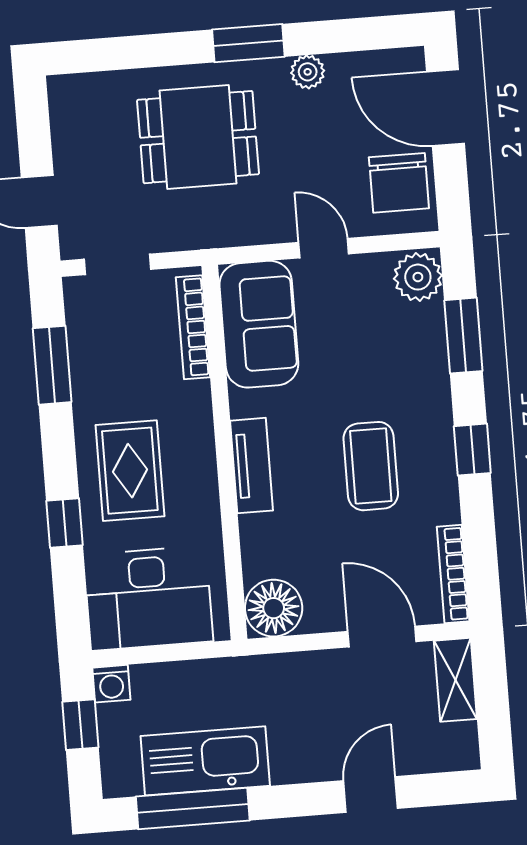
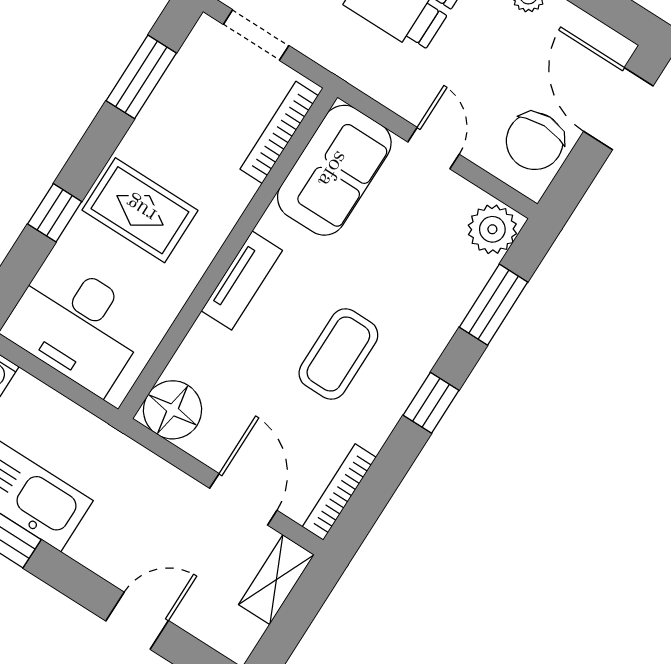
rug: (130, 471) -> (140, 210), turned 90

